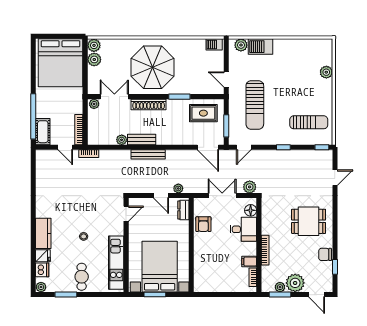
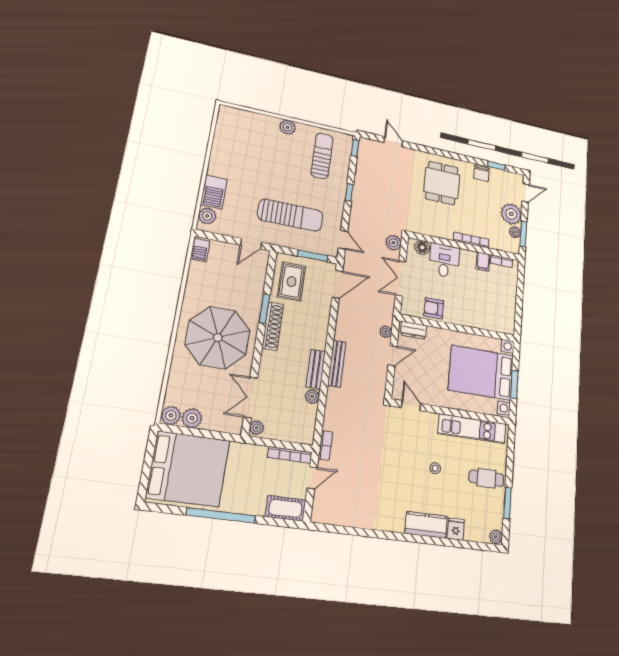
plant: (326, 72) -> (288, 127), moved
shoe rack: (149, 104) -> (273, 326), moved
window: (33, 116) -> (221, 515), moved
armchair: (203, 224) -> (434, 308), turned 180
dishwasher: (42, 270) -> (474, 532), removed

